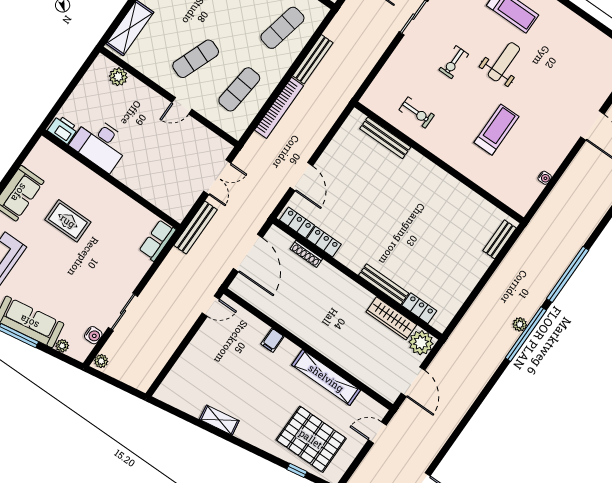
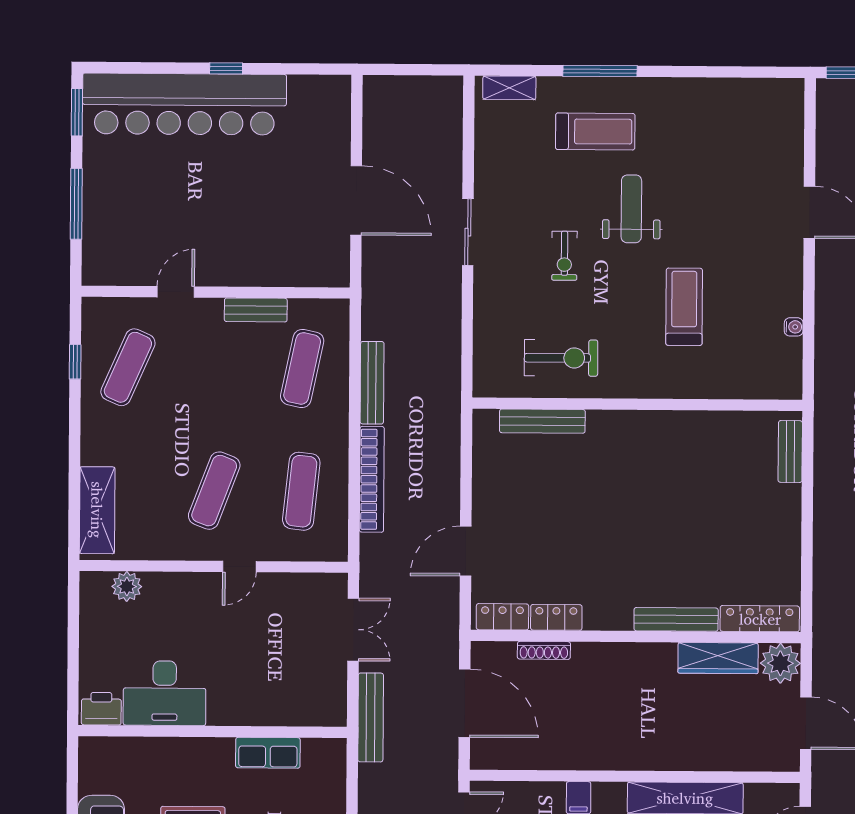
exercise bike: (417, 112) -> (561, 358), width x1.38, depth x1.39
door: (301, 177) -> (466, 551), swing flipped
row of seats: (157, 240) -> (268, 753), moved, turned -90
locker: (419, 308) -> (760, 619), width x1.53

